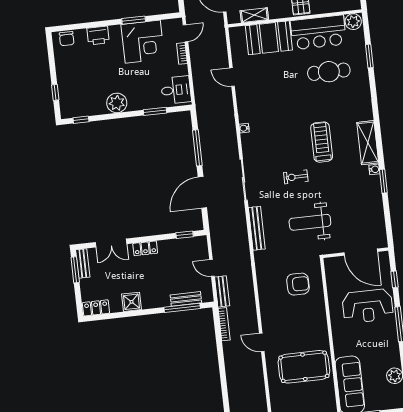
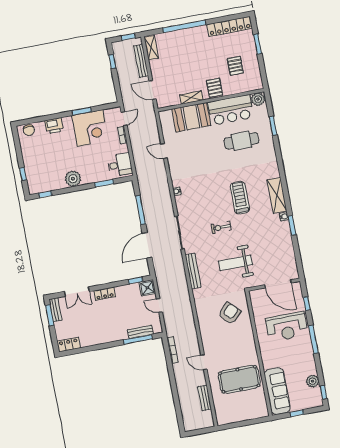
shelving: (254, 15) -> (191, 97), moved
armchair: (298, 284) -> (229, 313), turned -45
bench: (222, 291) -> (205, 398), moved
shower: (132, 302) -> (147, 288), moved

